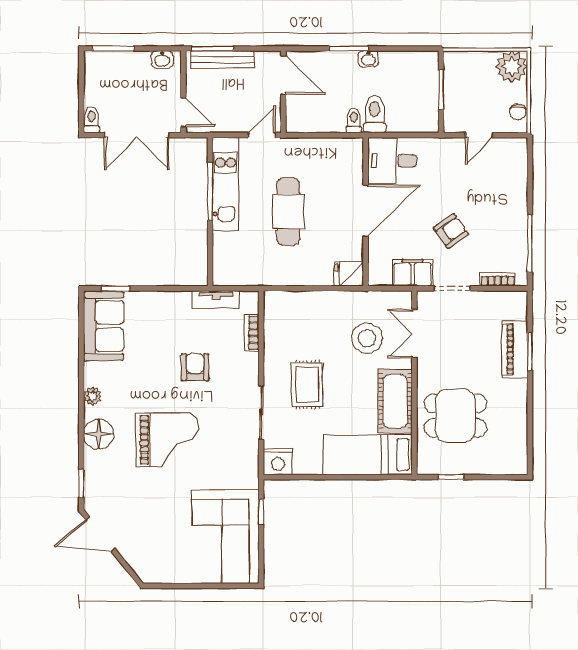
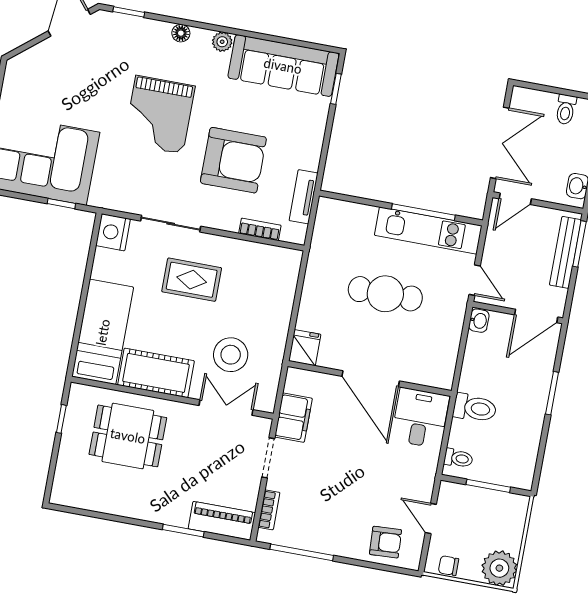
washbasin: (368, 59) -> (479, 321), moved, turned 180
toilet: (92, 120) -> (566, 109), moved, turned 90
toilet: (354, 121) -> (458, 458), moved
double door: (137, 135) -> (500, 143), swing flipped
armchair: (451, 231) -> (386, 542), moved, turned -58
sofa: (104, 326) -> (283, 66), width x1.36
piano: (515, 349) -> (222, 521), moved
armchair: (195, 367) -> (233, 160), width x1.88, depth x1.88
dining table: (455, 416) -> (128, 436), turned 90
floor lamp: (99, 434) -> (181, 33), width x0.53, depth x0.53

